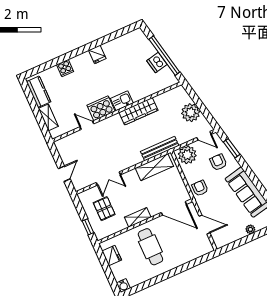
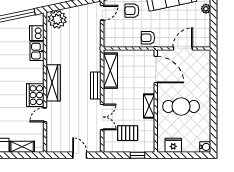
dishwasher: (157, 63) -> (37, 33), moved, turned 102
kitchen sink: (122, 101) -> (37, 51), moved
wardrobe: (138, 111) -> (53, 83), moved
plant: (191, 113) -> (57, 19), moved
bench: (160, 149) -> (96, 85), moved, width x0.73
plant: (187, 155) -> (112, 36), removed
door: (174, 208) -> (156, 70), hinge flipped

